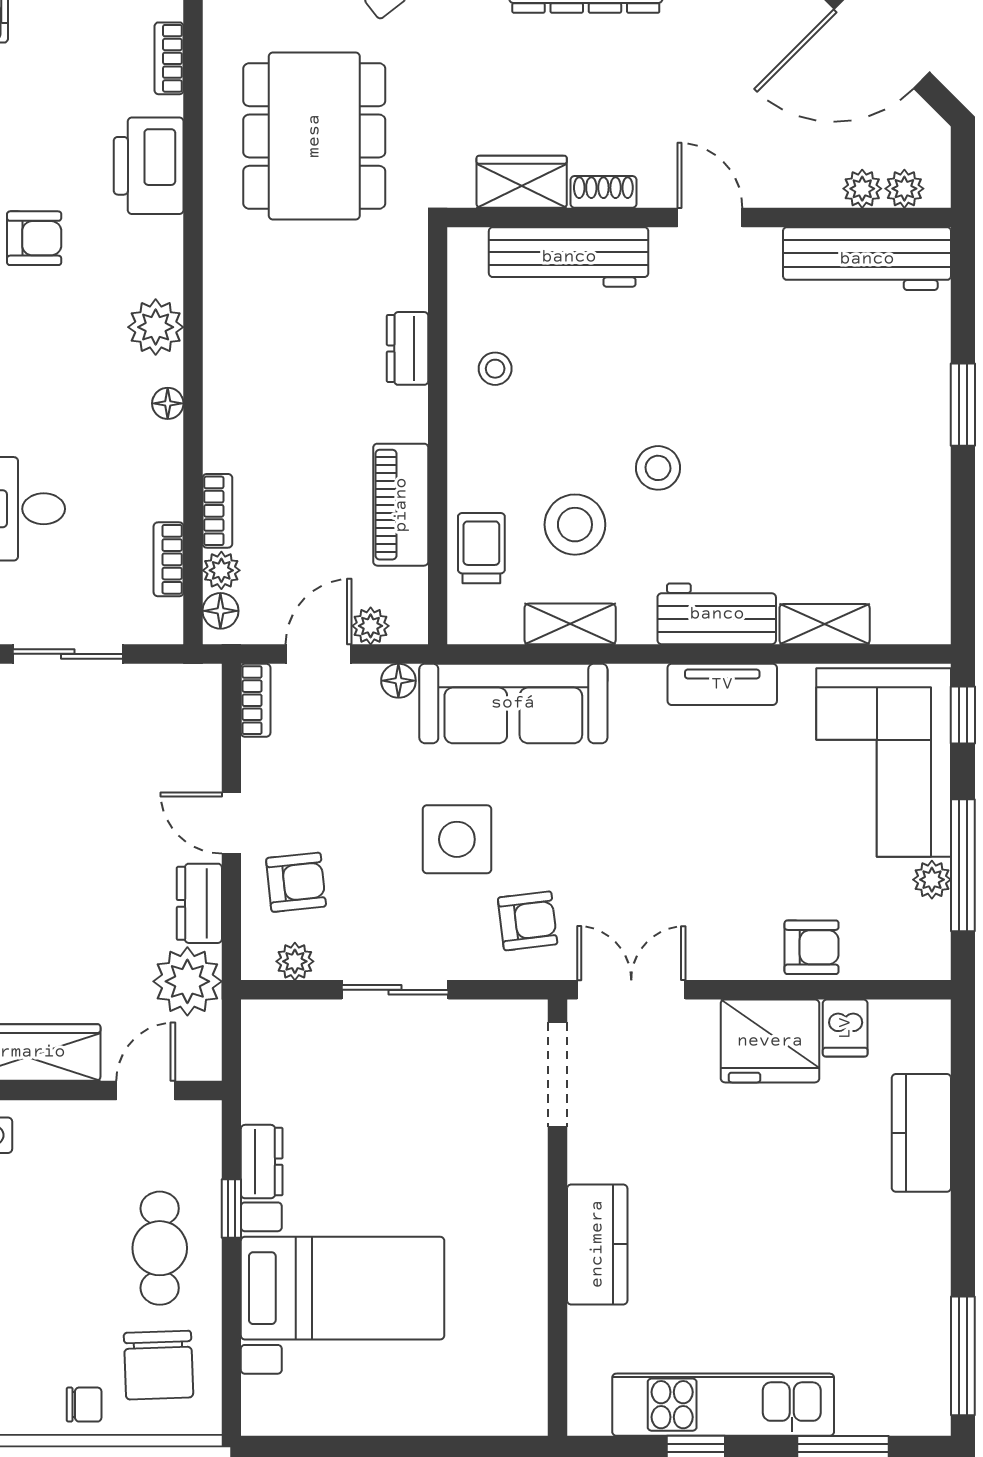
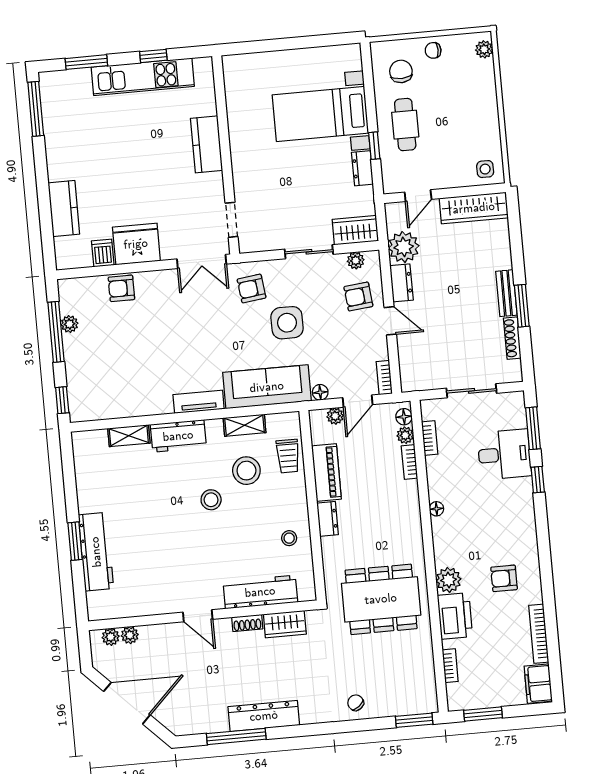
dining table: (314, 136) -> (381, 599), moved, turned 90
workbench: (867, 259) -> (96, 552), moved, turned 90
plant: (156, 327) -> (449, 580), moved
dresser: (408, 348) -> (328, 519), moved
tv unit: (722, 684) -> (199, 402), moved
corner sofa: (884, 762) -> (96, 375), removed
wardrobe: (290, 1028) -> (355, 230), added
doorway: (558, 1075) -> (232, 220), width x0.73
chair: (158, 1365) -> (401, 71), width x0.73, depth x0.73

